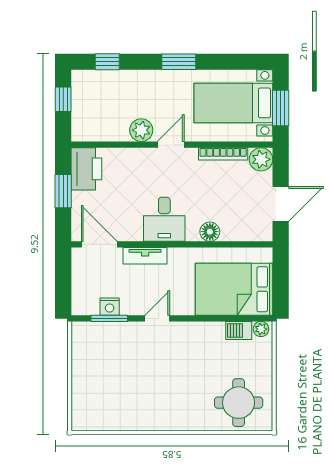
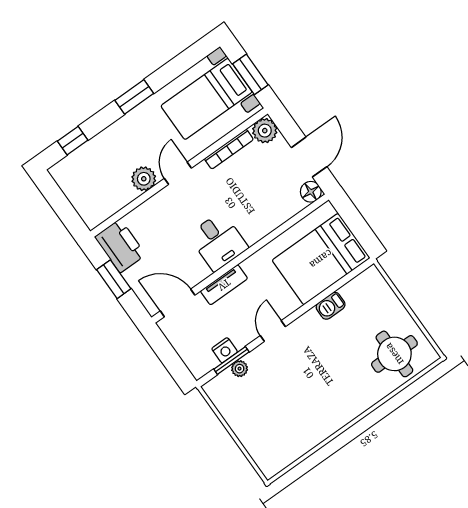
window: (63, 99) -> (57, 200), removed
floor lamp: (210, 232) -> (311, 192), moved
plant: (261, 329) -> (240, 369), moved
barbecue: (239, 330) -> (331, 306), moved

